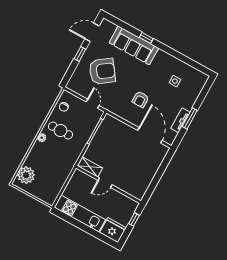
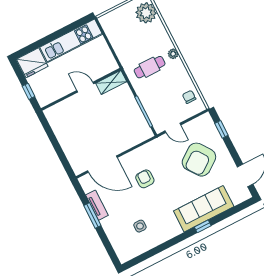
window: (80, 54) -> (221, 129), moved
cafe table: (61, 131) -> (150, 67), moved
door: (105, 183) -> (85, 87), hinge flipped

